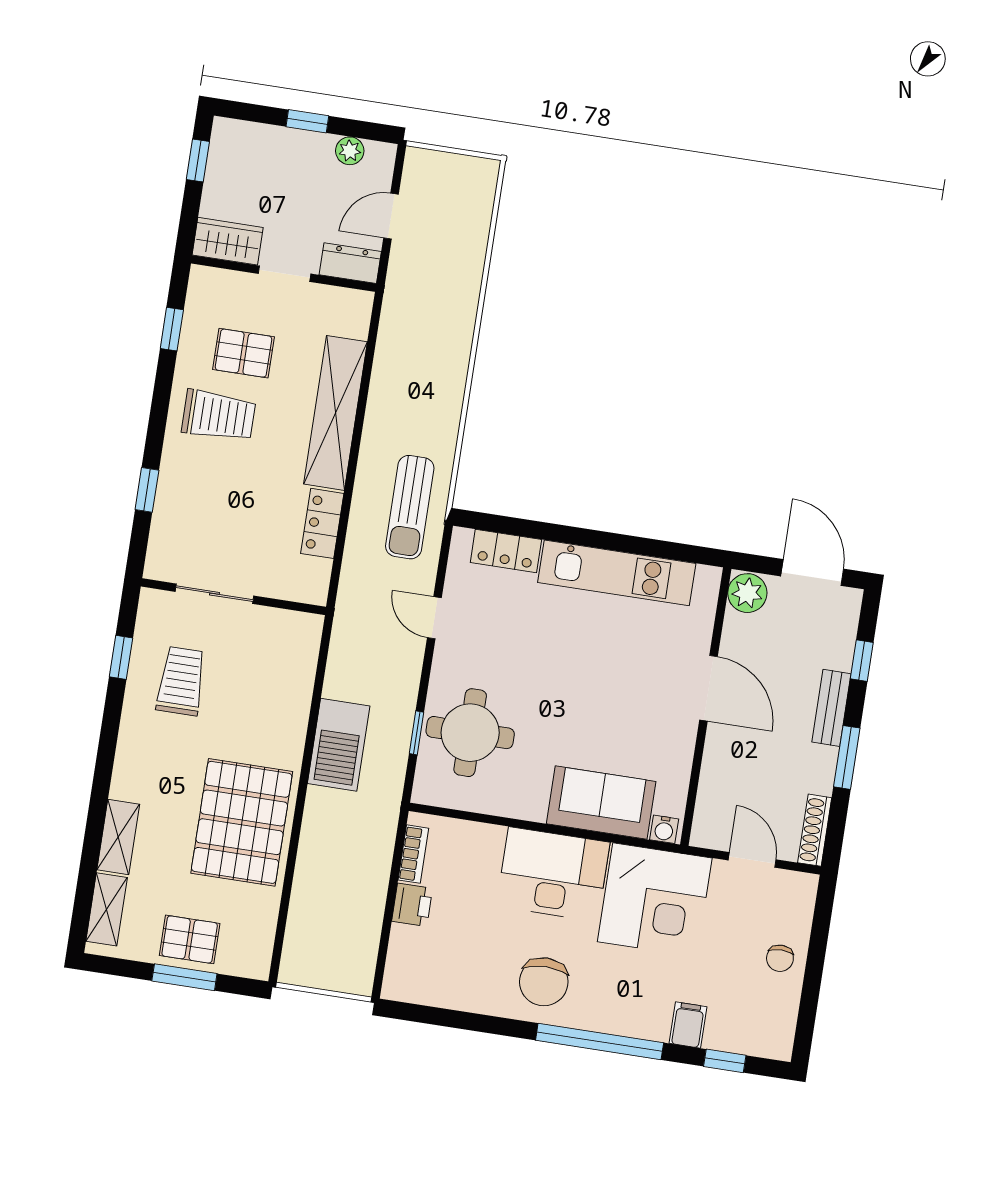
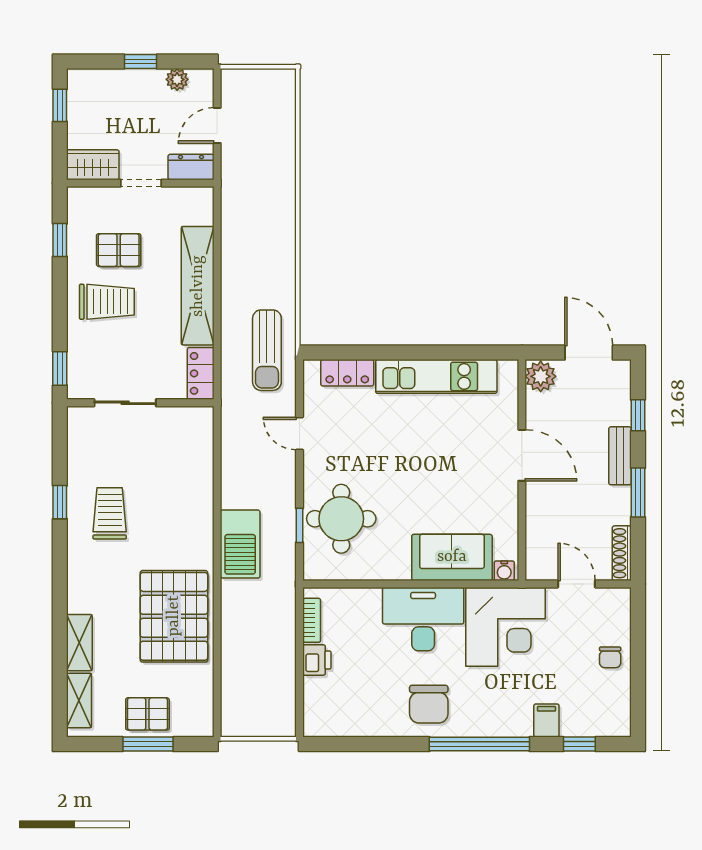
sliding door: (215, 594) -> (125, 403), moved
wall: (234, 597) -> (140, 403), moved

